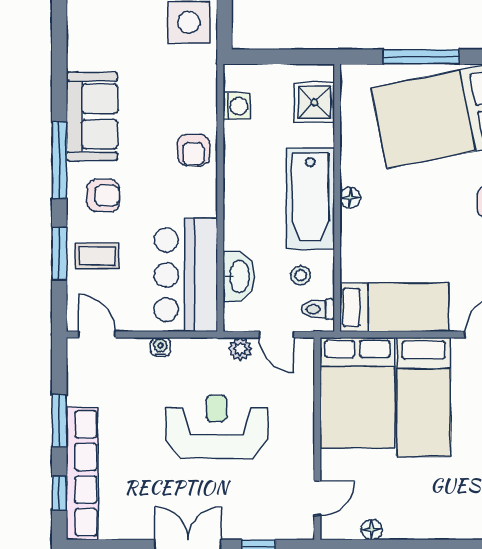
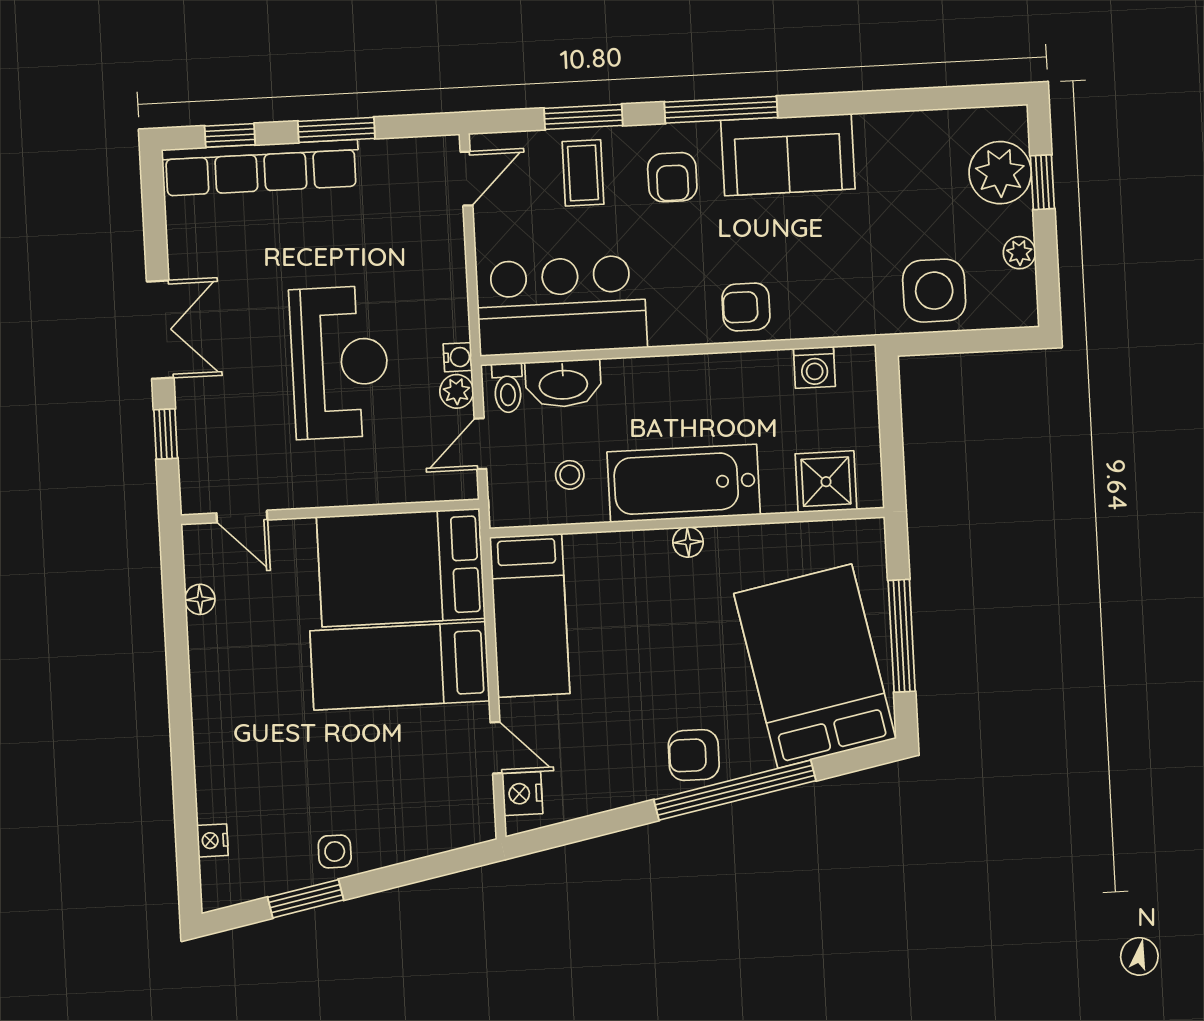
toilet: (318, 309) -> (508, 388), moved, turned 180
water cooler: (160, 347) -> (458, 357), moved

